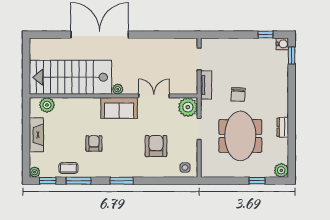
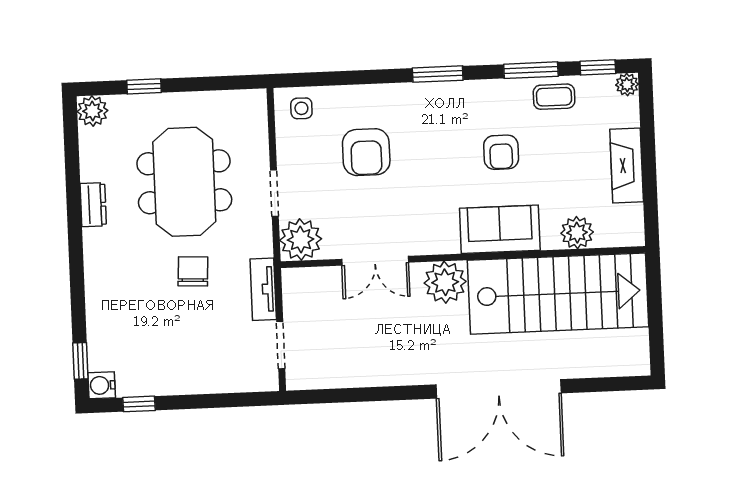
plant: (118, 89) -> (445, 282), width x1.87, depth x1.87
plant: (47, 105) -> (577, 233), moved
sofa: (119, 108) -> (500, 229), moved

